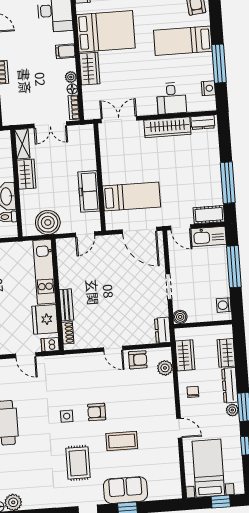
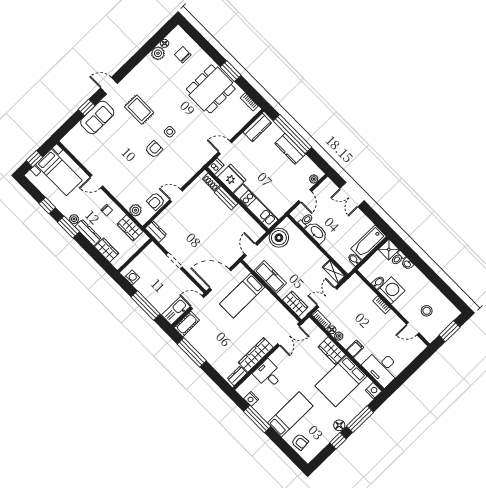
wardrobe: (26, 174) -> (295, 304), moved, turned 180
boiler: (180, 317) -> (152, 248), removed
coffee table: (122, 441) -> (124, 145), removed

